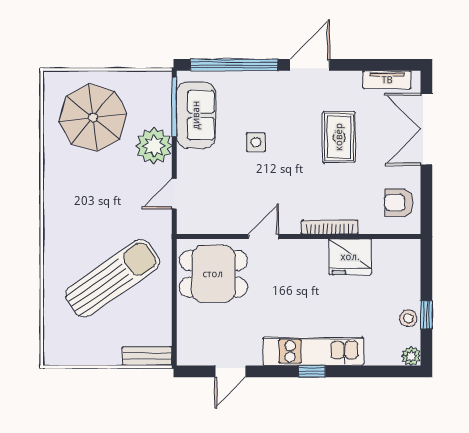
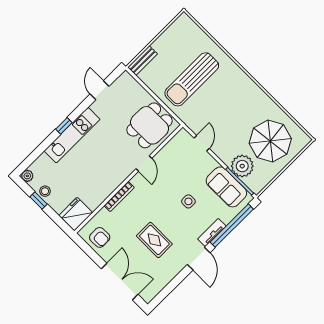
tv unit: (387, 80) -> (212, 233), moved
plant: (154, 146) -> (242, 166), moved
armchair: (399, 203) -> (100, 237), turned 89
fridge: (350, 257) -> (76, 214), moved
sun lounger: (112, 278) -> (192, 79), turned 35

